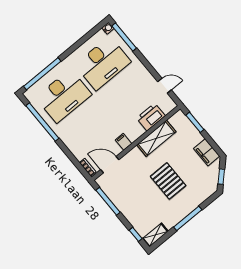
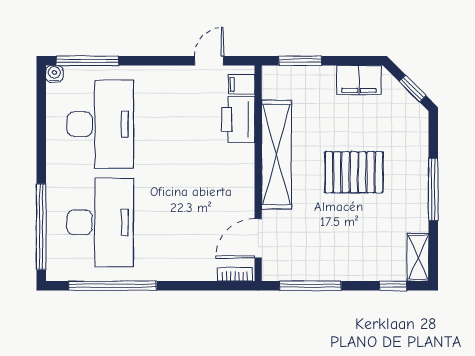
shelving: (156, 138) -> (277, 155), width x1.47
filing cabinet: (123, 142) -> (241, 85), moved

